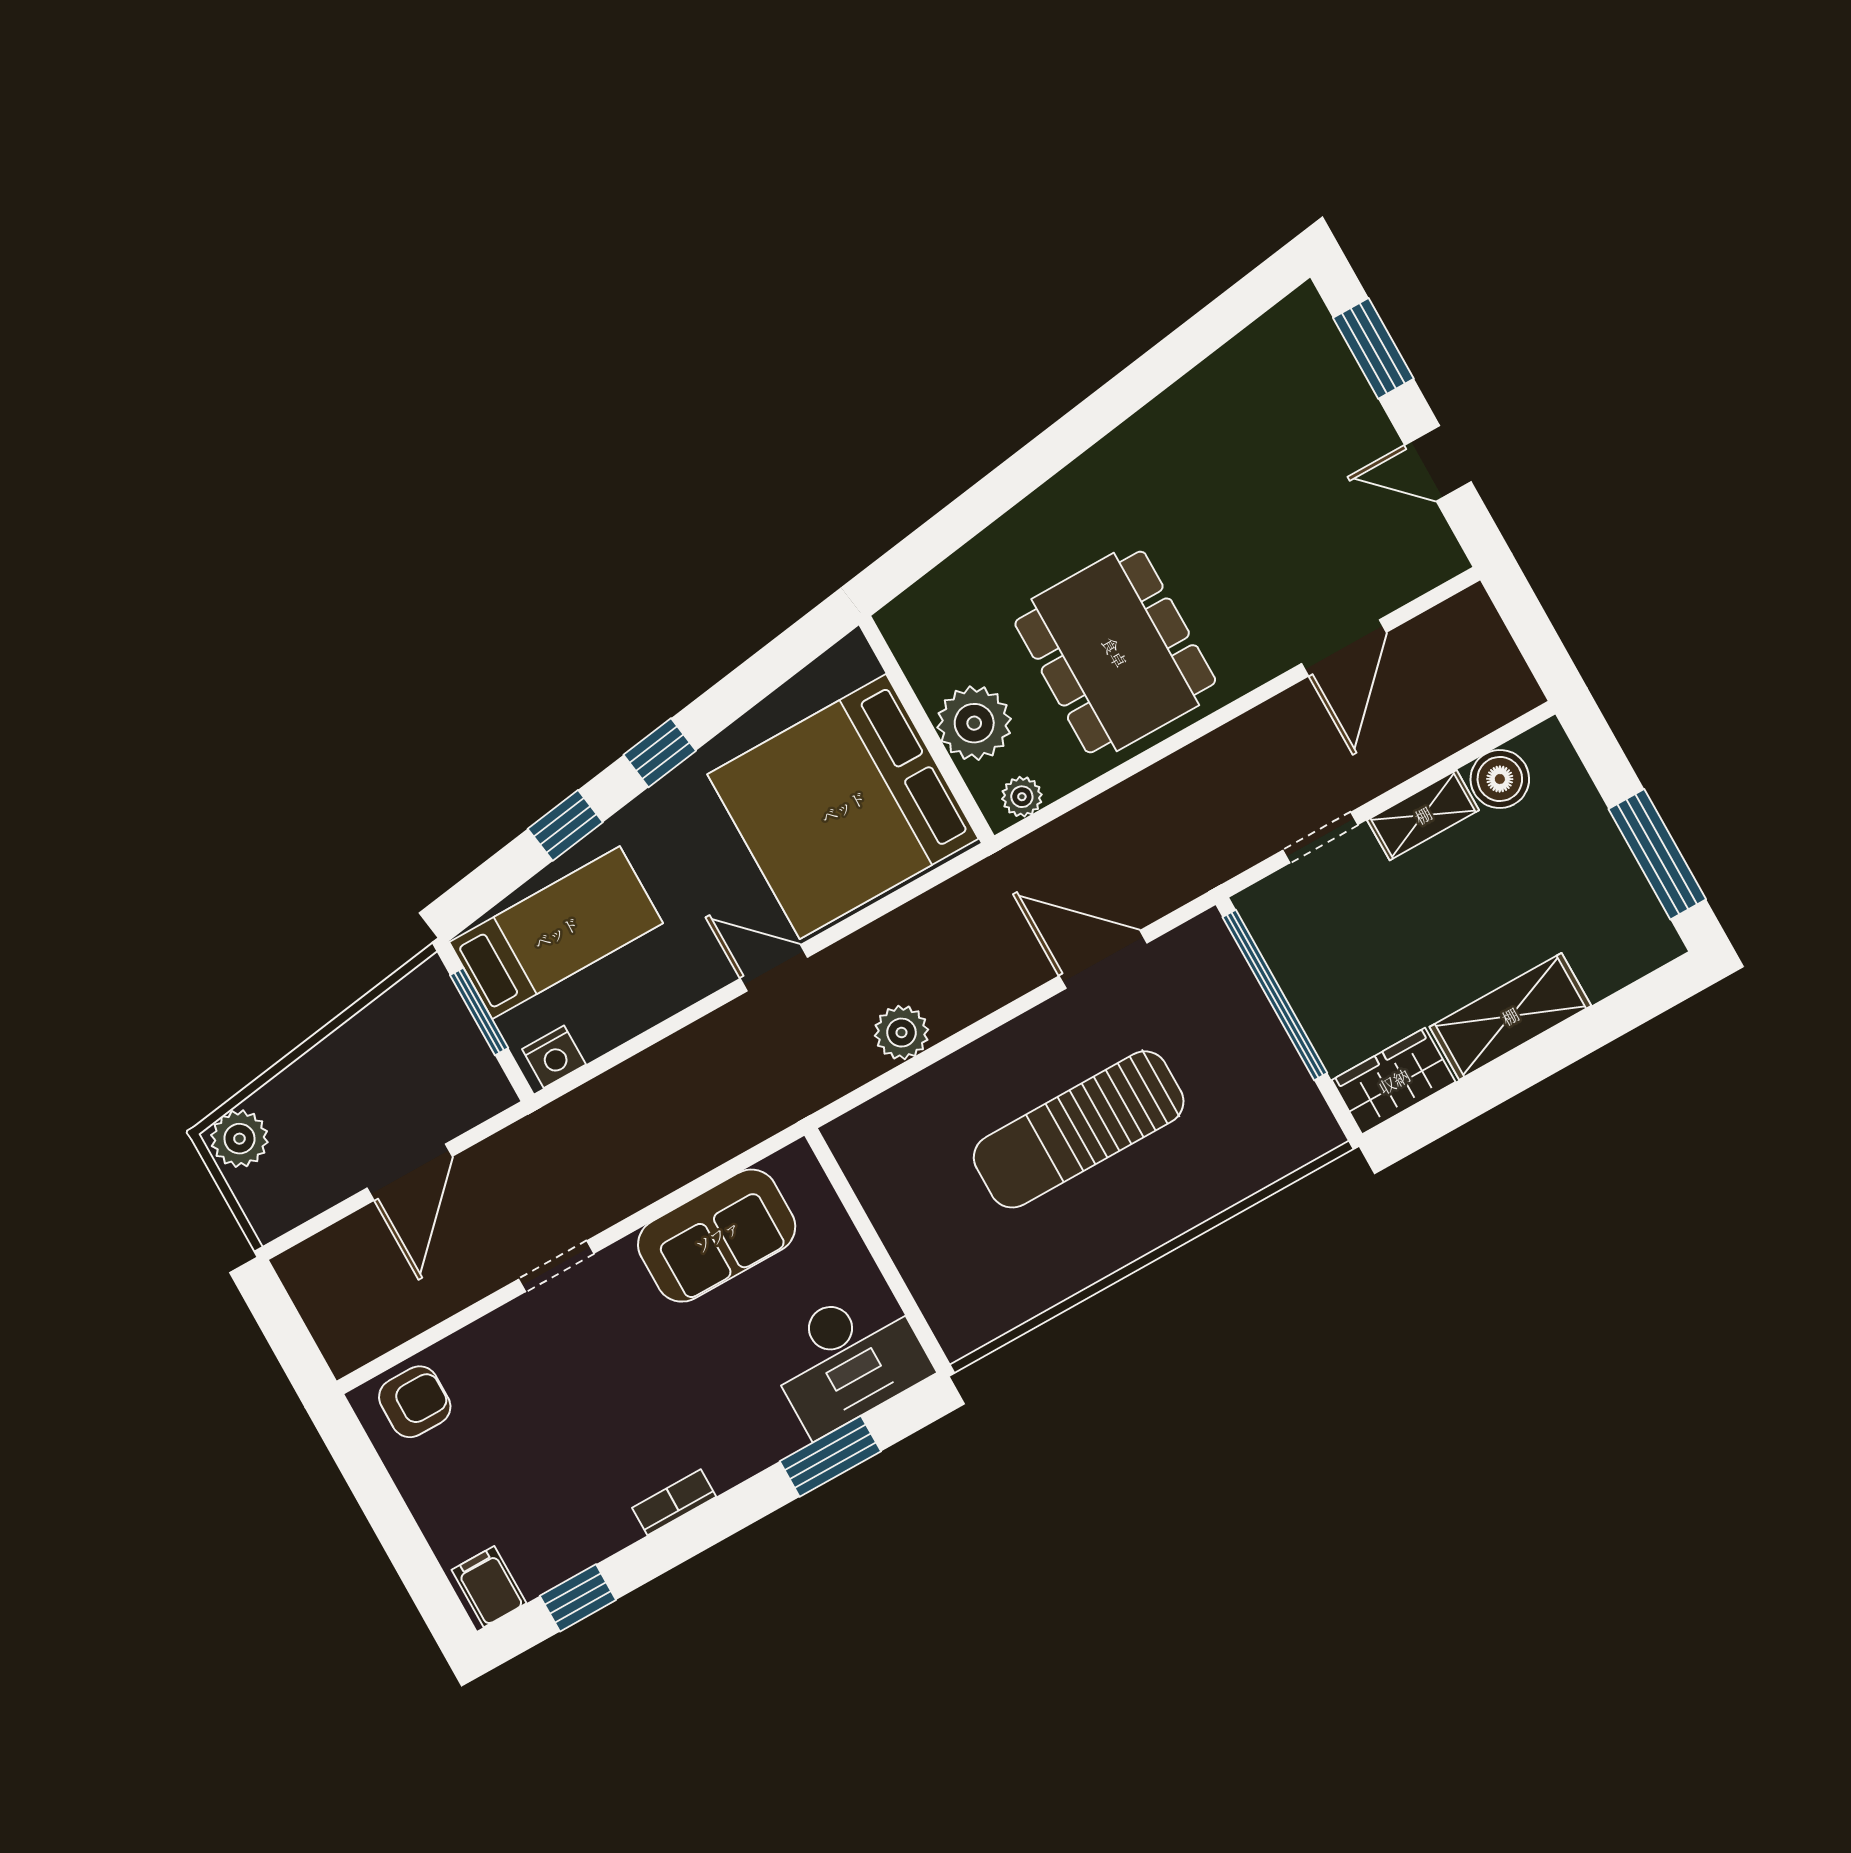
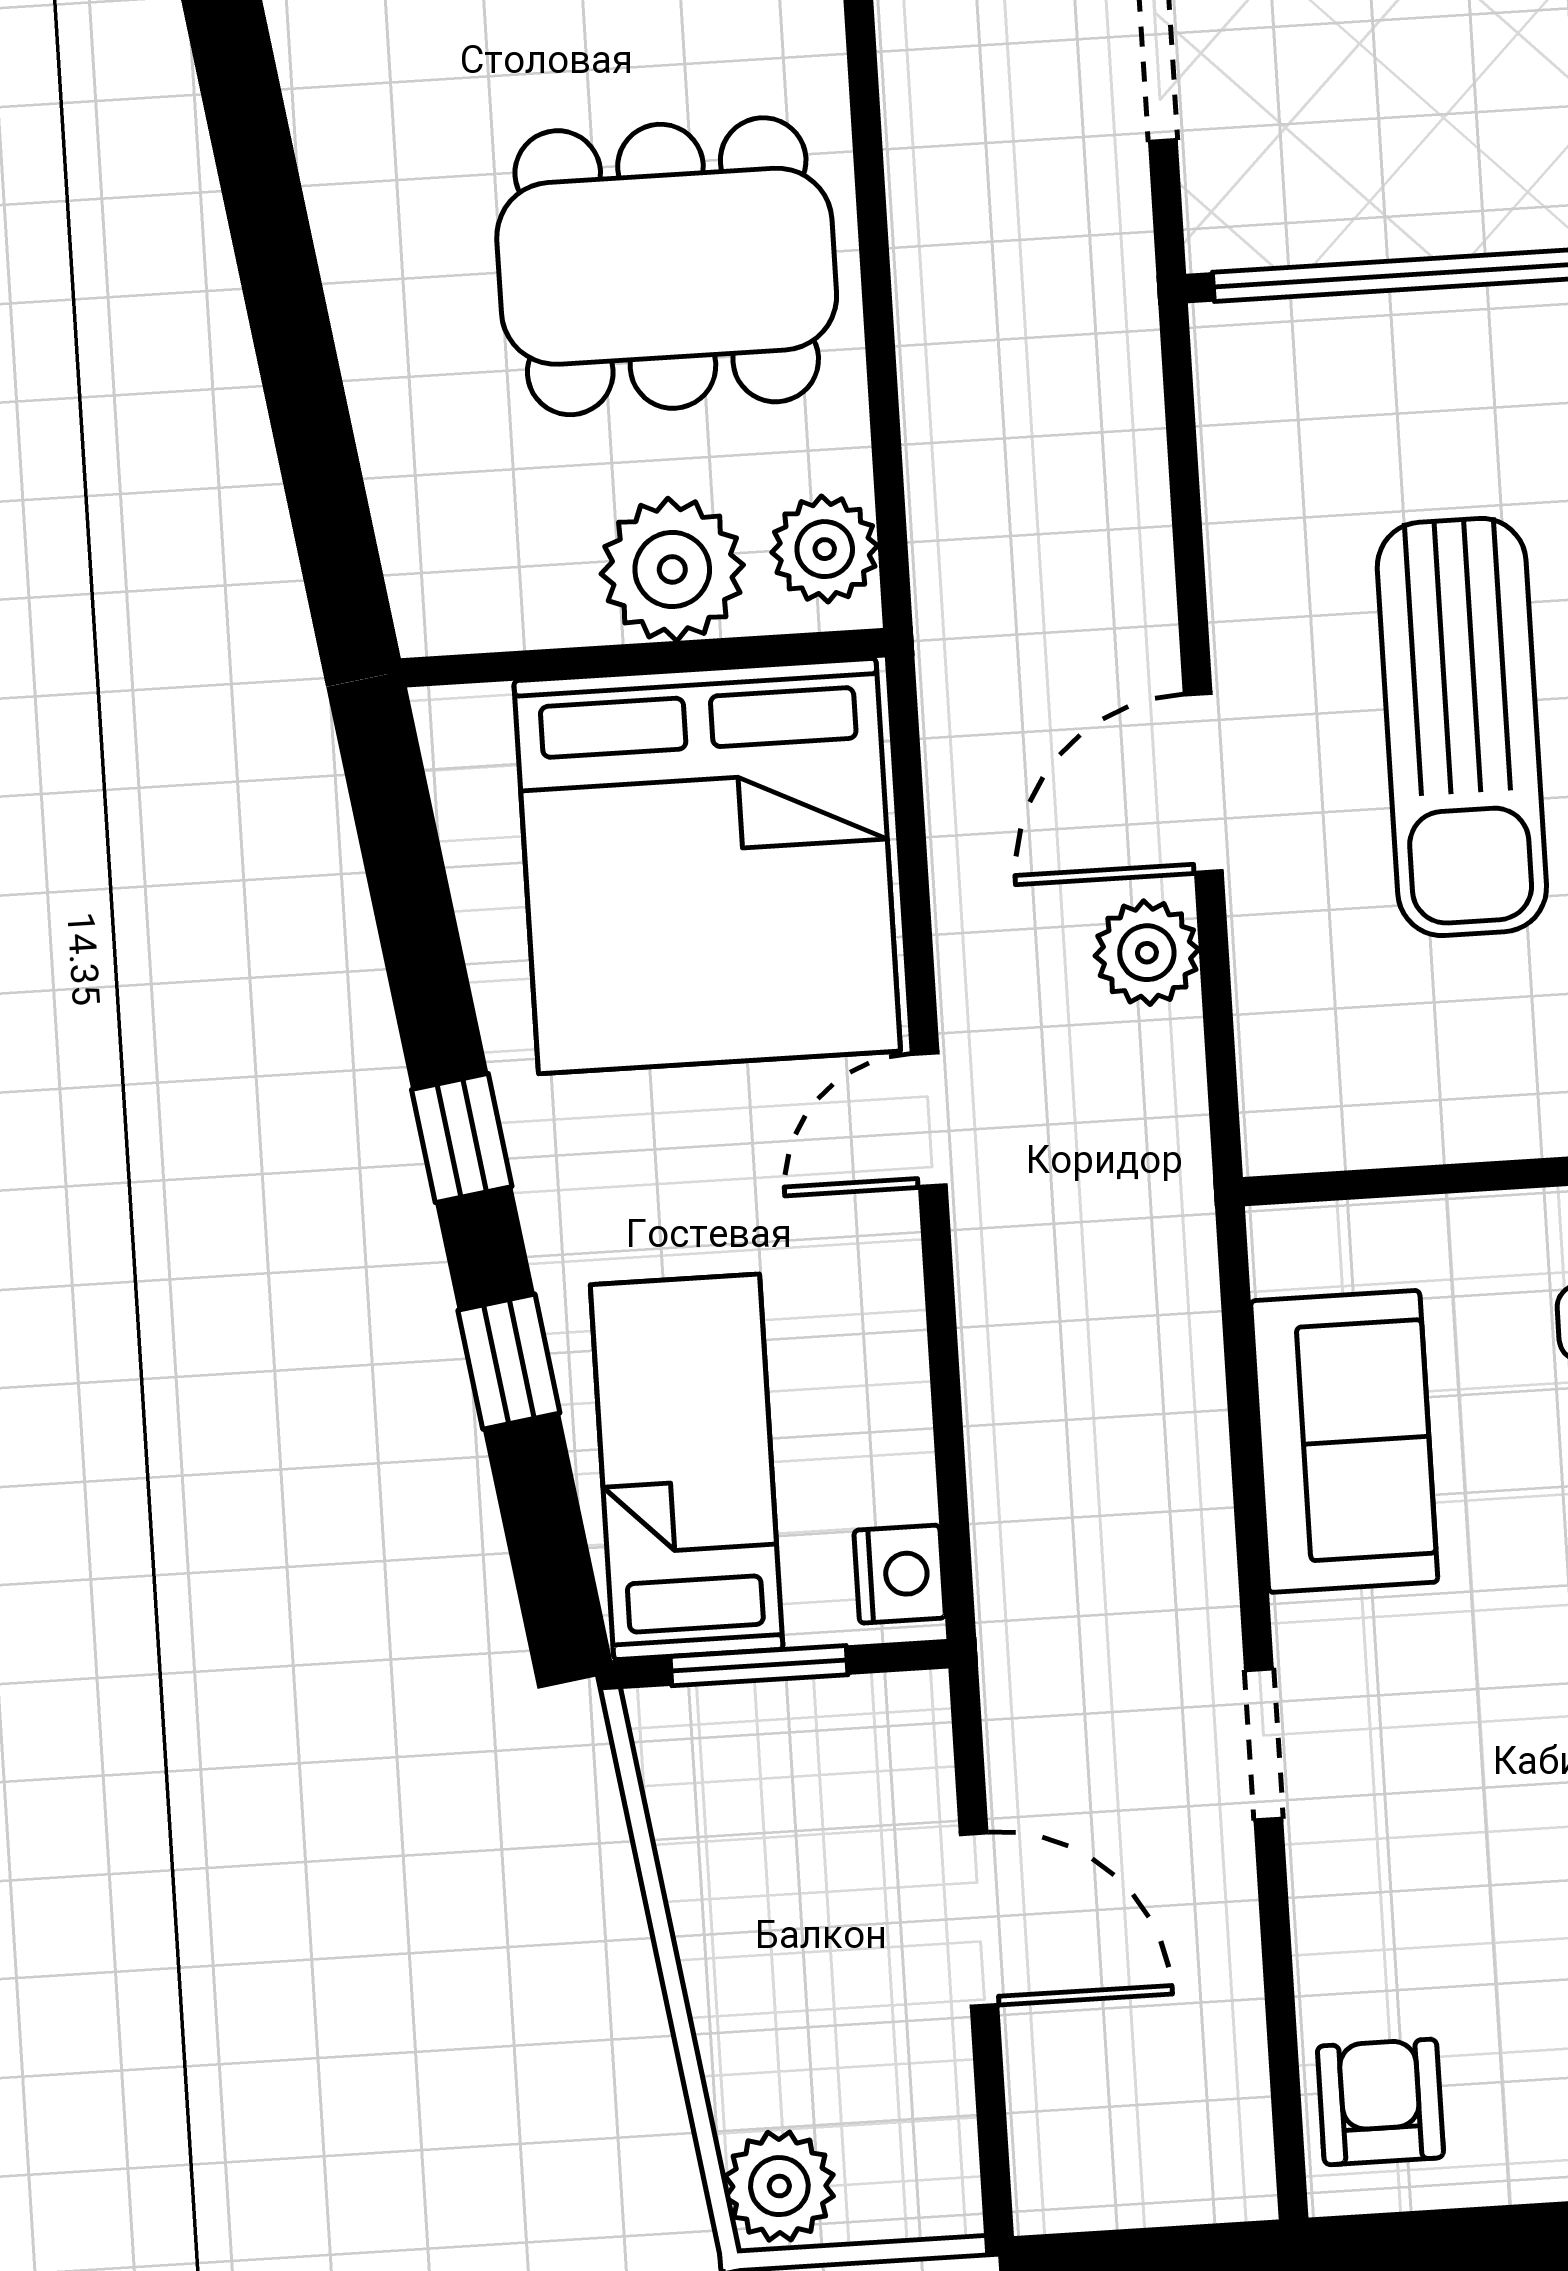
plant: (1022, 797) -> (825, 549), width x1.38, depth x1.38
door: (1103, 959) -> (1203, 783), moved

